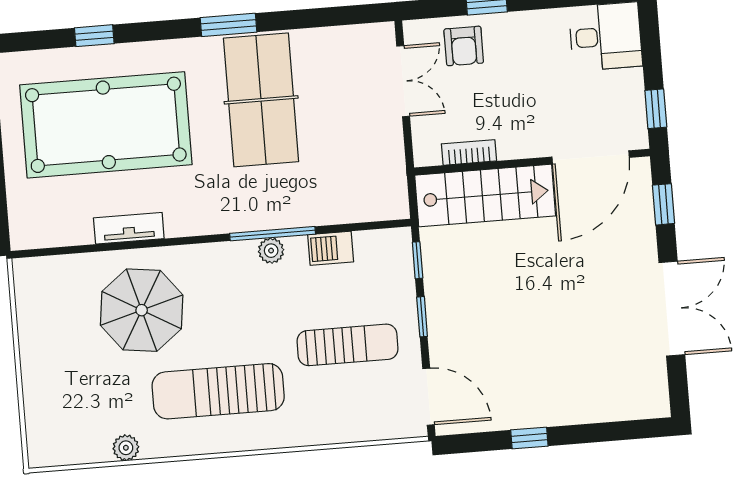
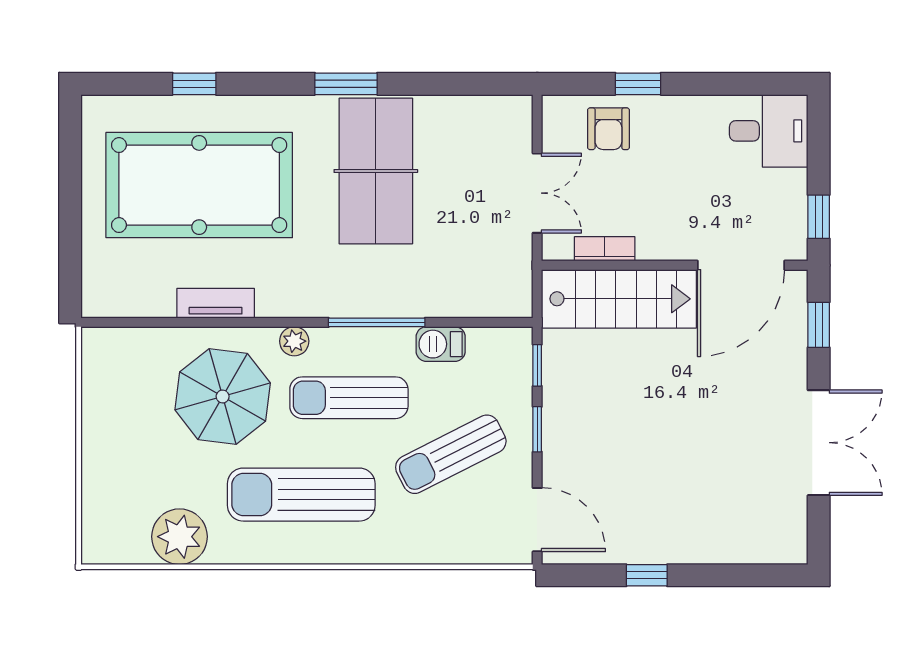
double door: (403, 81) -> (537, 193), moved
plant: (271, 251) -> (294, 341), moved
sun lounger: (253, 302) -> (349, 398), added
sun lounger: (348, 345) -> (451, 454), turned 153
plant: (126, 448) -> (180, 537), width x1.88, depth x1.88

